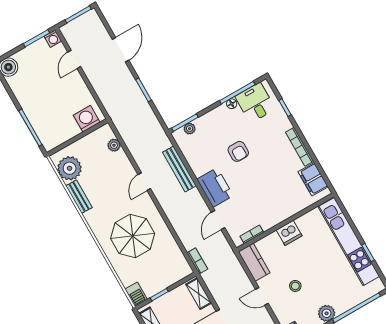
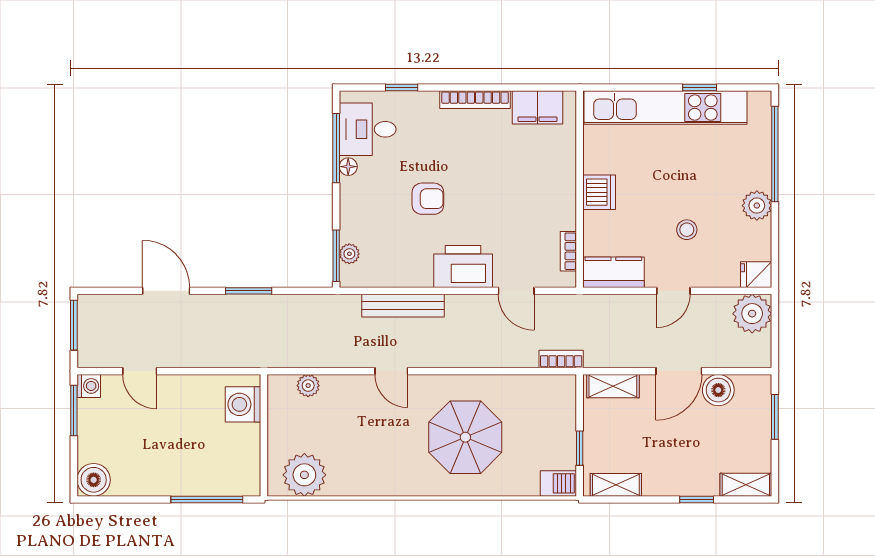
bench: (79, 197) -> (357, 485), removed

